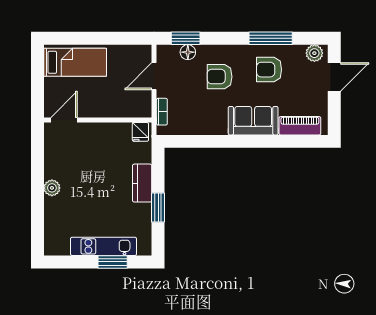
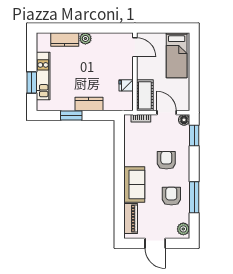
floor lamp: (188, 52) -> (184, 120), moved
door: (334, 77) -> (155, 243), moved
cot: (130, 106) -> (145, 95), added
fridge: (140, 132) -> (126, 85), moved
kitchen counter: (53, 217) -> (65, 40), added

